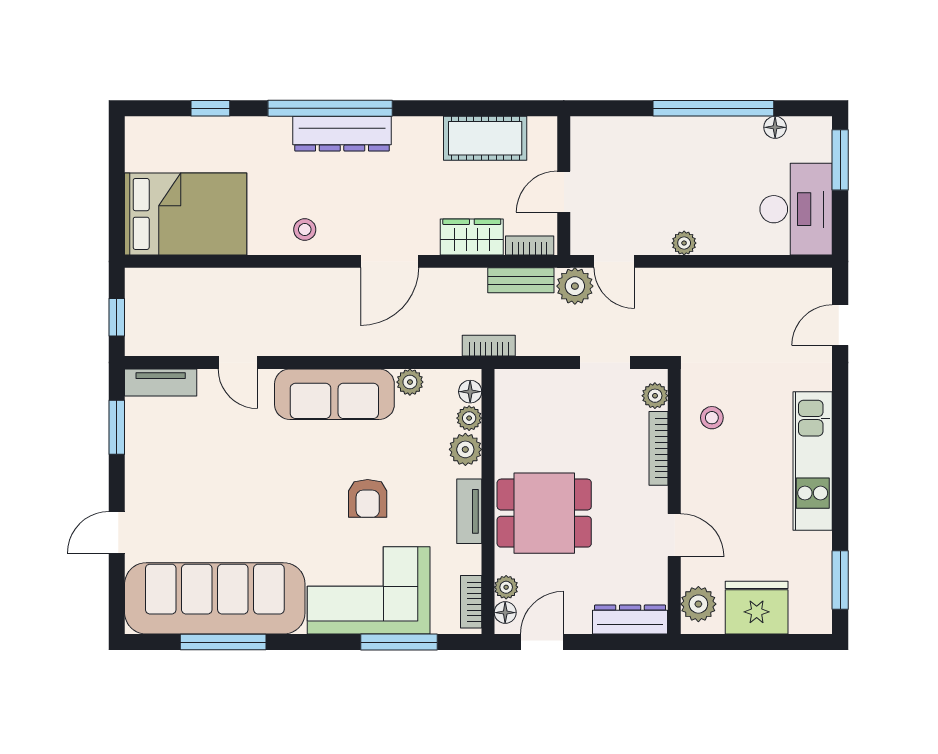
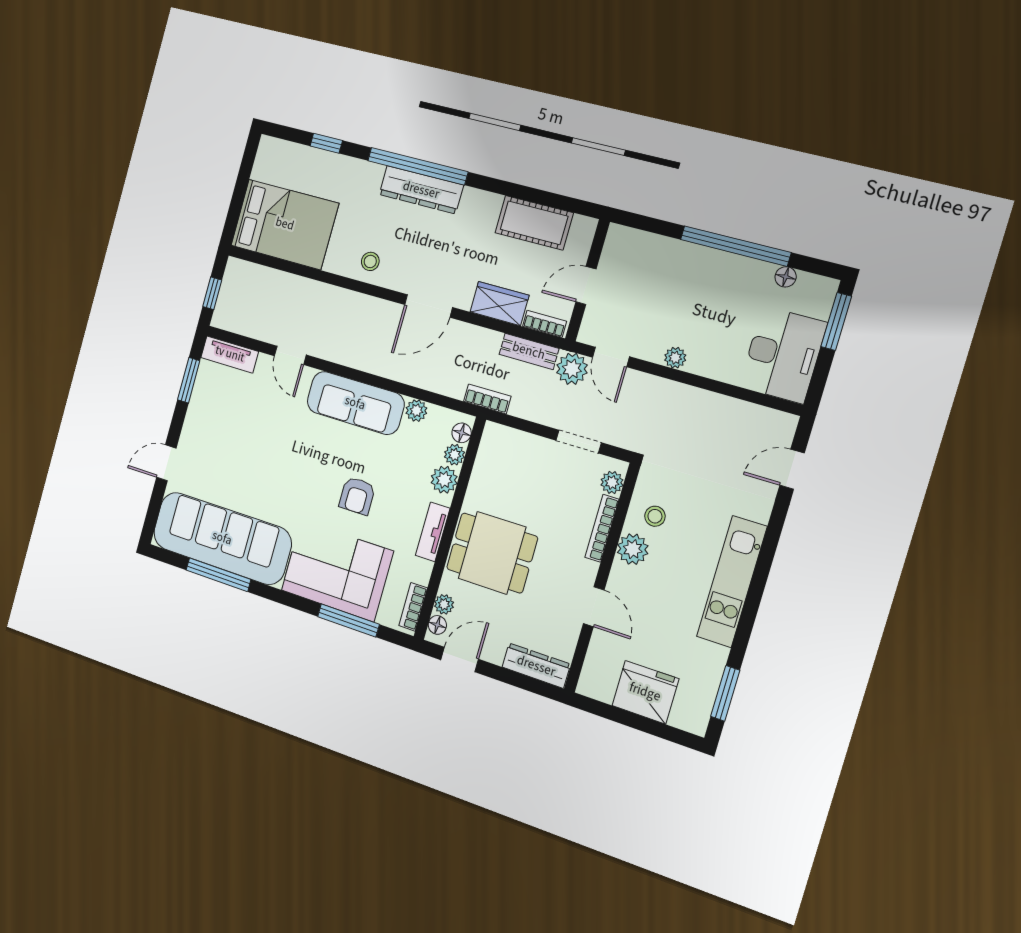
plant: (698, 604) -> (633, 549), moved

